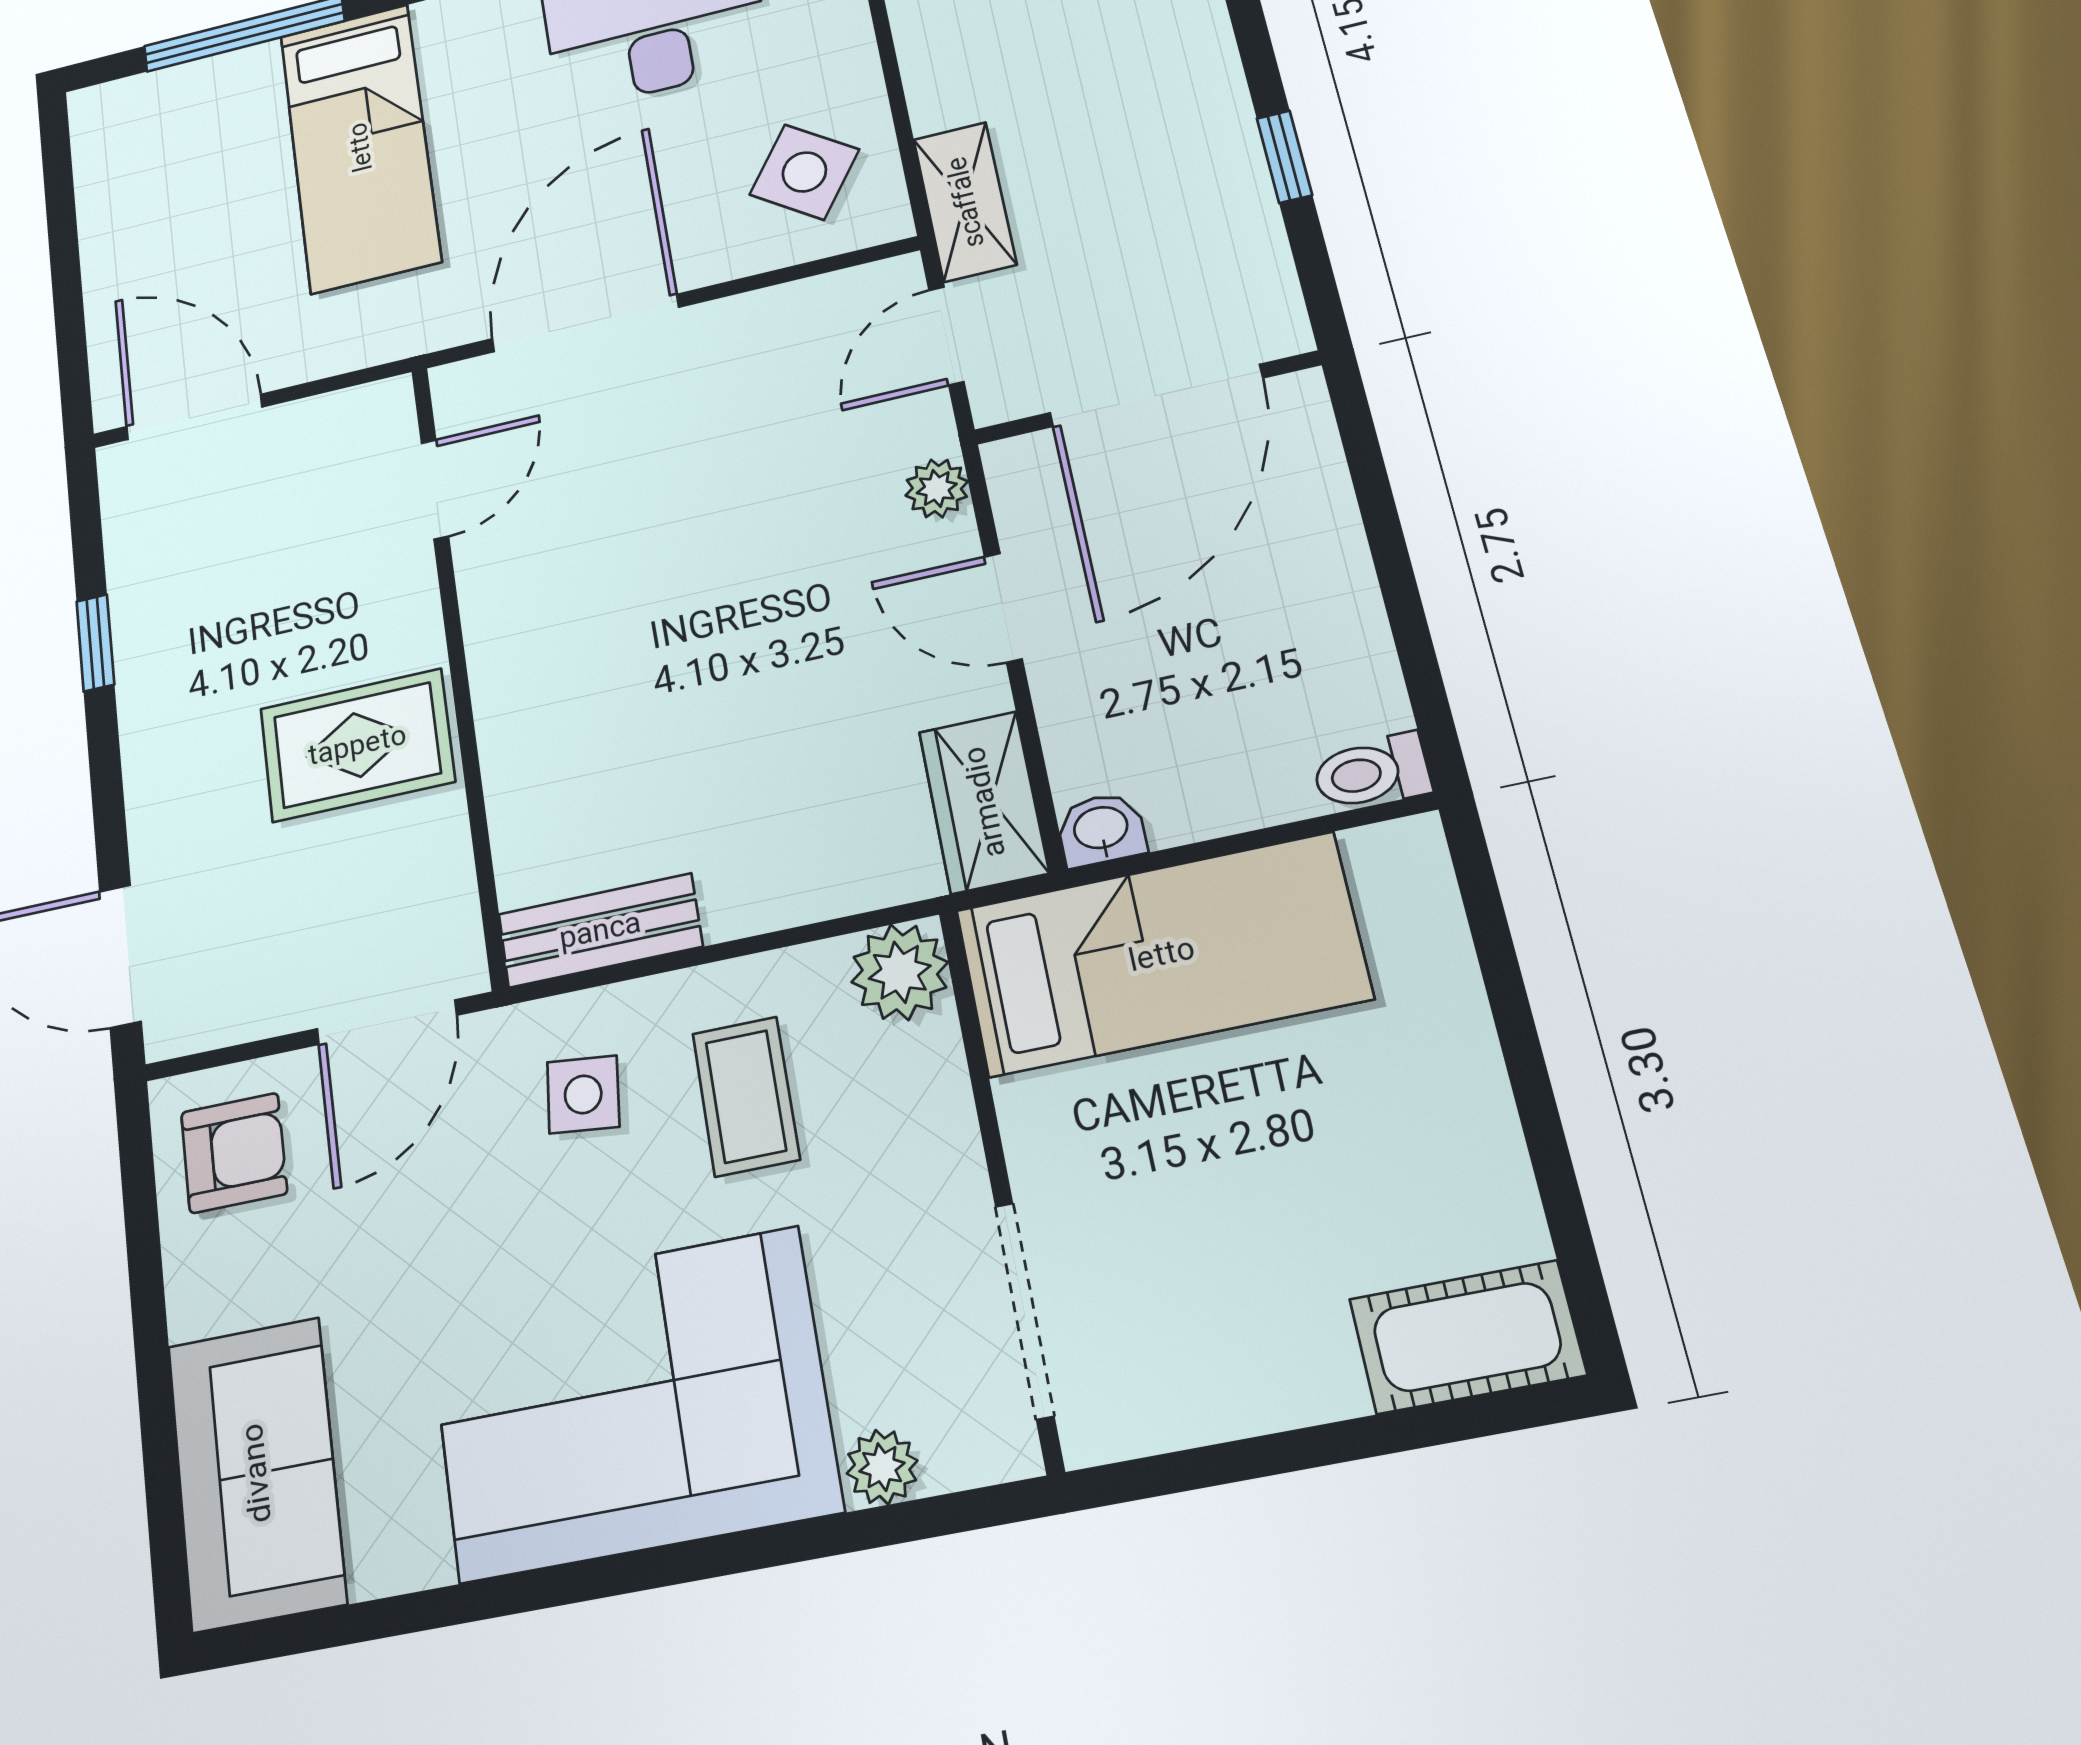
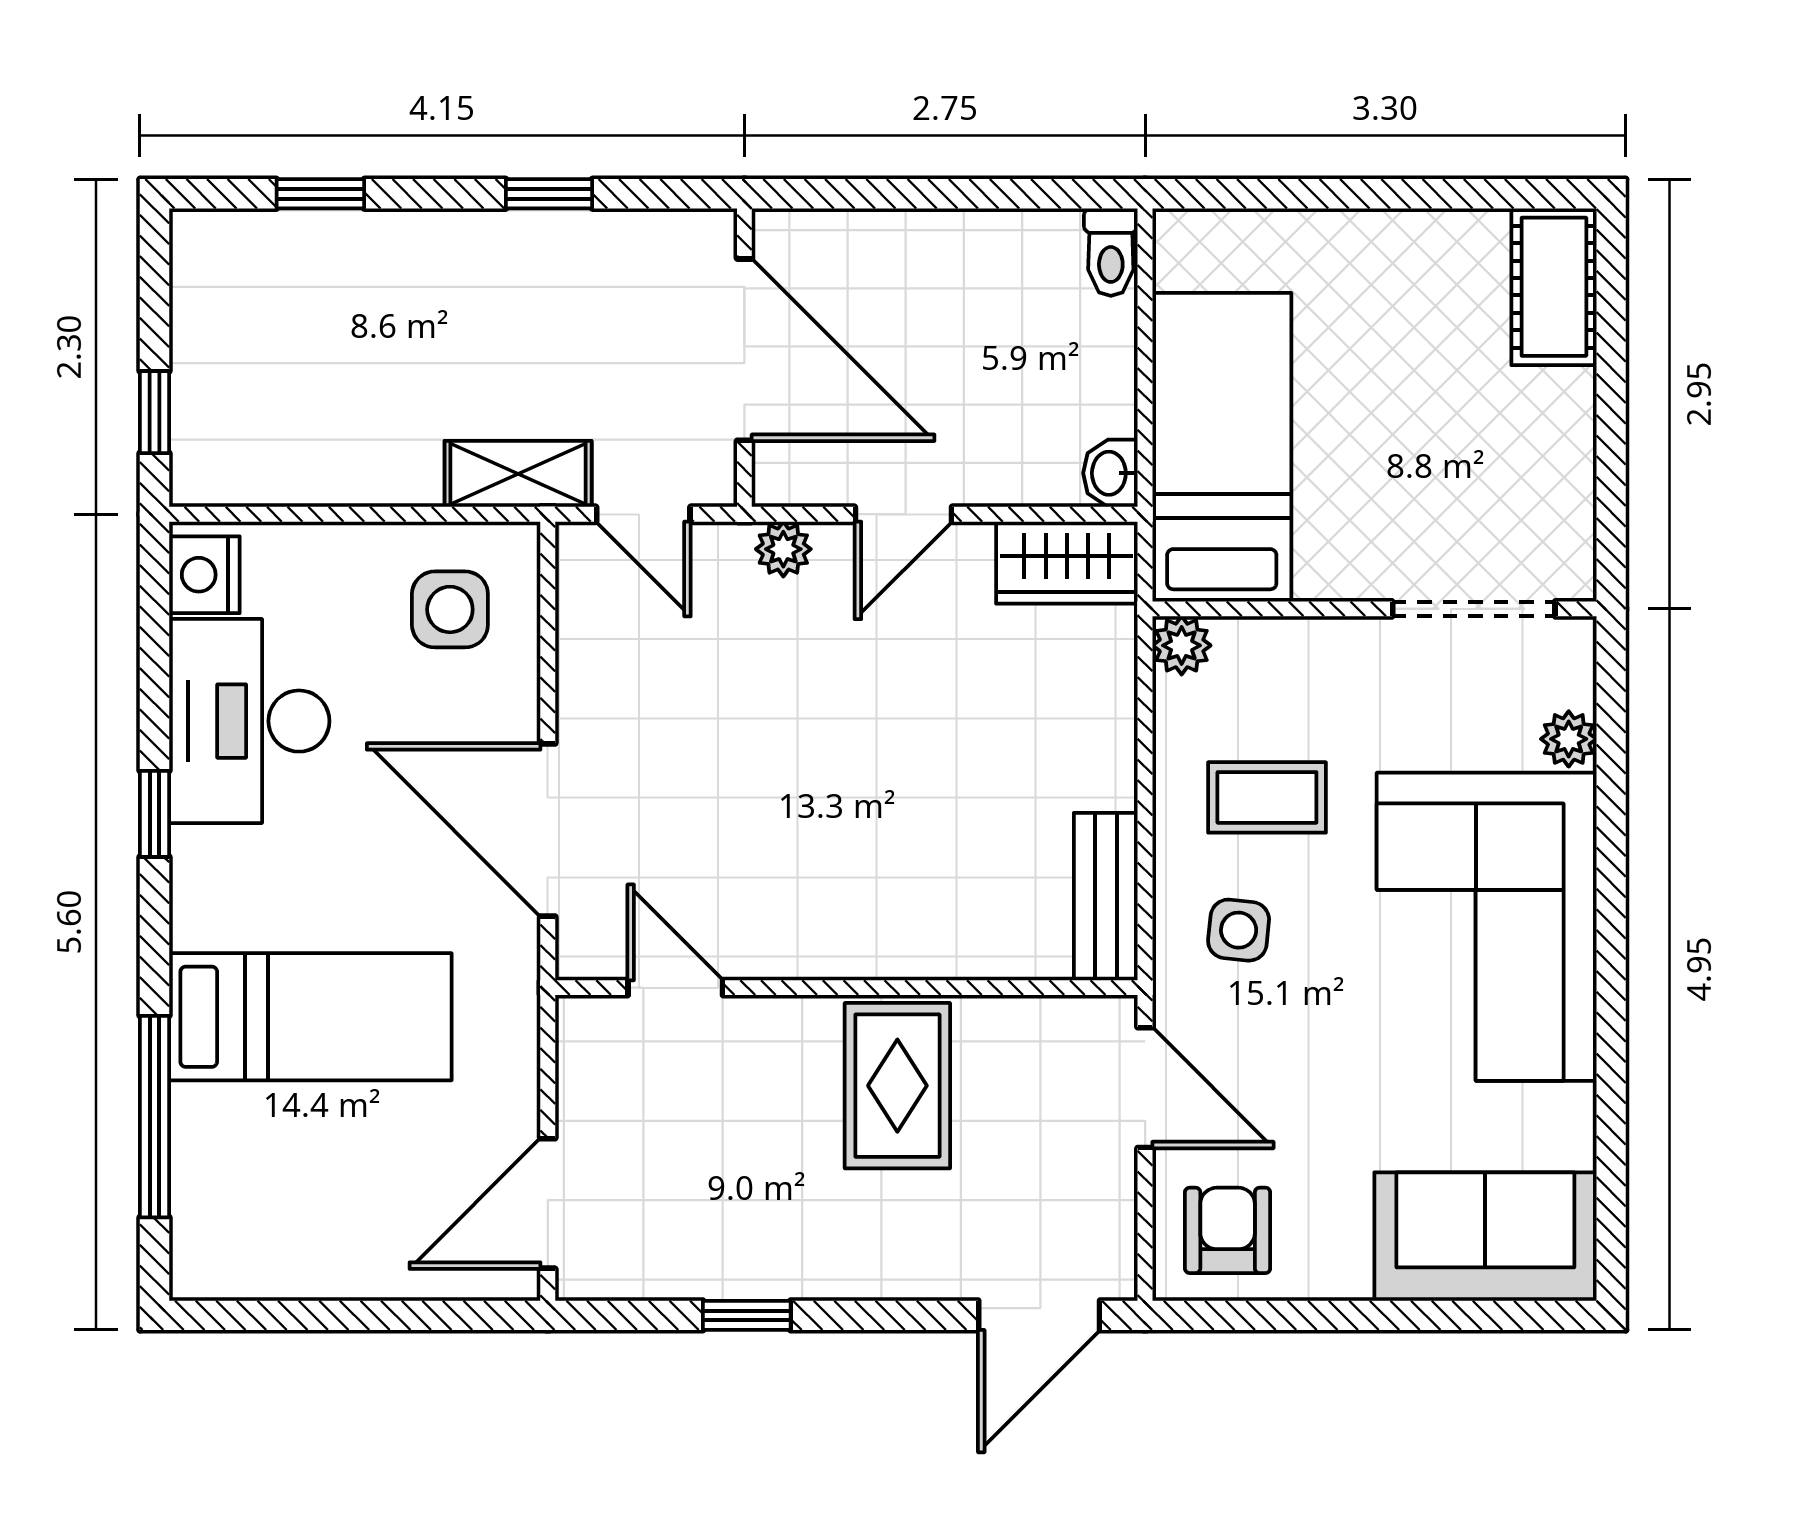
side table: (804, 172) -> (450, 609), turned -35
plant: (900, 972) -> (1182, 645), width x0.73, depth x0.73

